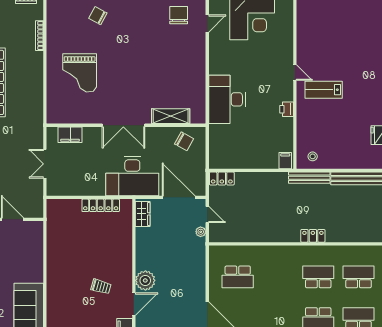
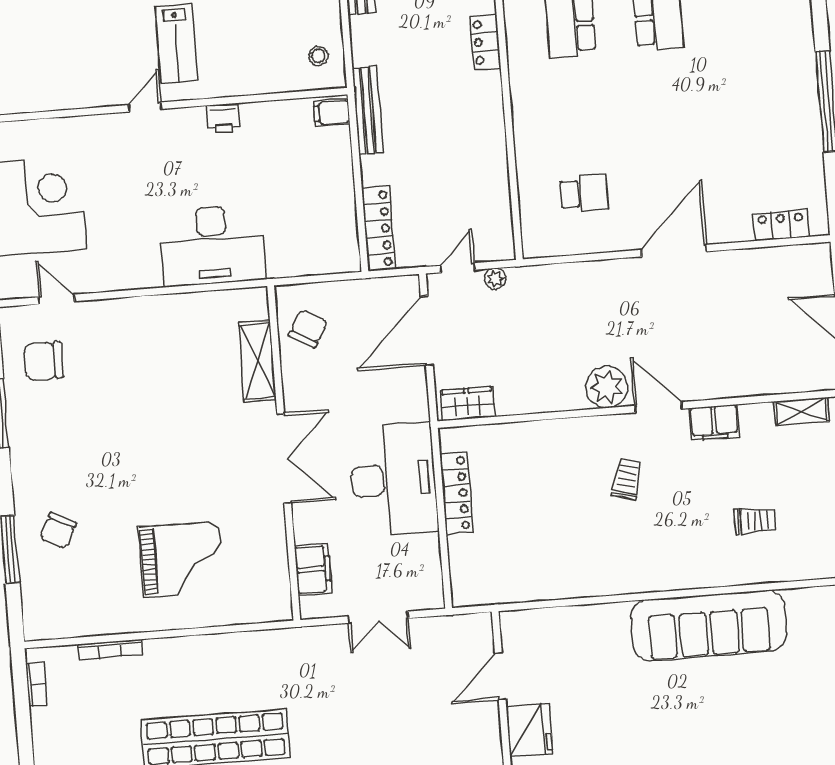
desk: (132, 176) -> (394, 479), moved
locker: (222, 178) -> (379, 229), width x1.53
bench: (309, 178) -> (368, 111), moved
school desk: (238, 277) -> (584, 193), width x0.54

